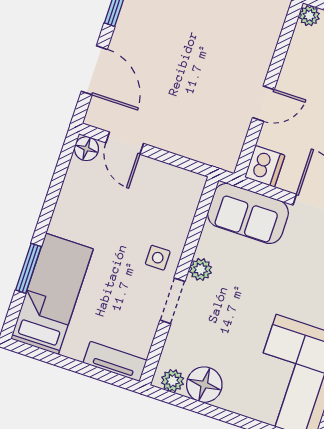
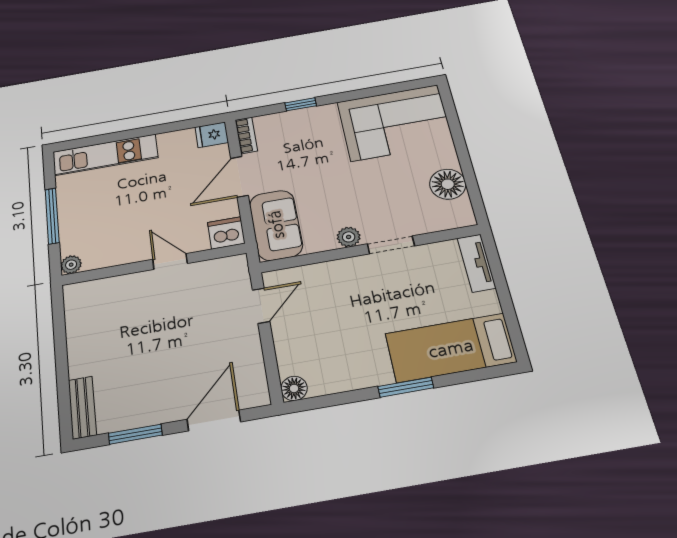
door: (125, 143) -> (261, 306), moved
side table: (158, 258) -> (360, 276), removed
window: (28, 268) -> (406, 387), moved
plant: (173, 381) -> (461, 210), removed

